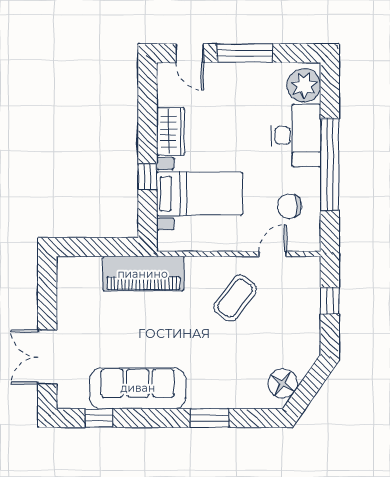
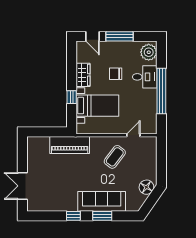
desk: (296, 135) -> (145, 77), width x0.73
chair: (290, 206) -> (116, 74), moved
window: (330, 301) -> (161, 158), removed
floor lamp: (283, 383) -> (146, 187), moved
sofa: (138, 388) -> (102, 201), moved
window: (99, 418) -> (73, 216), moved

